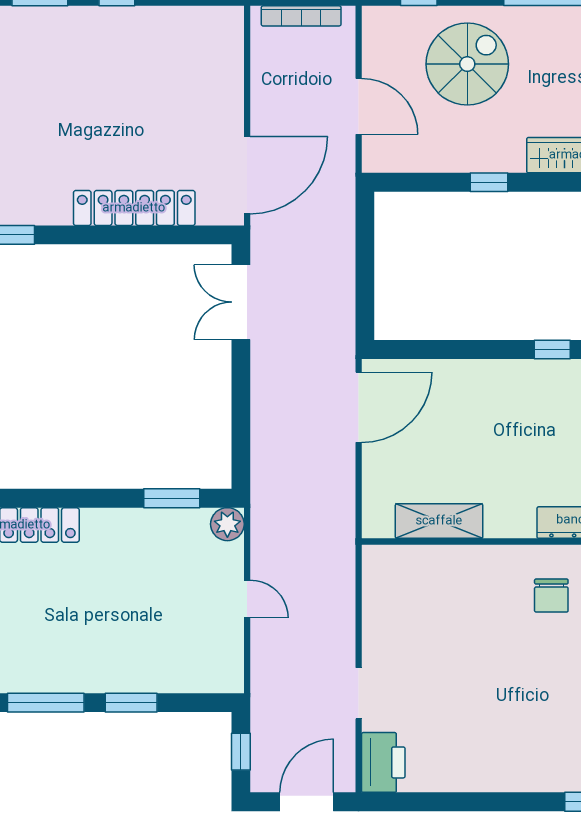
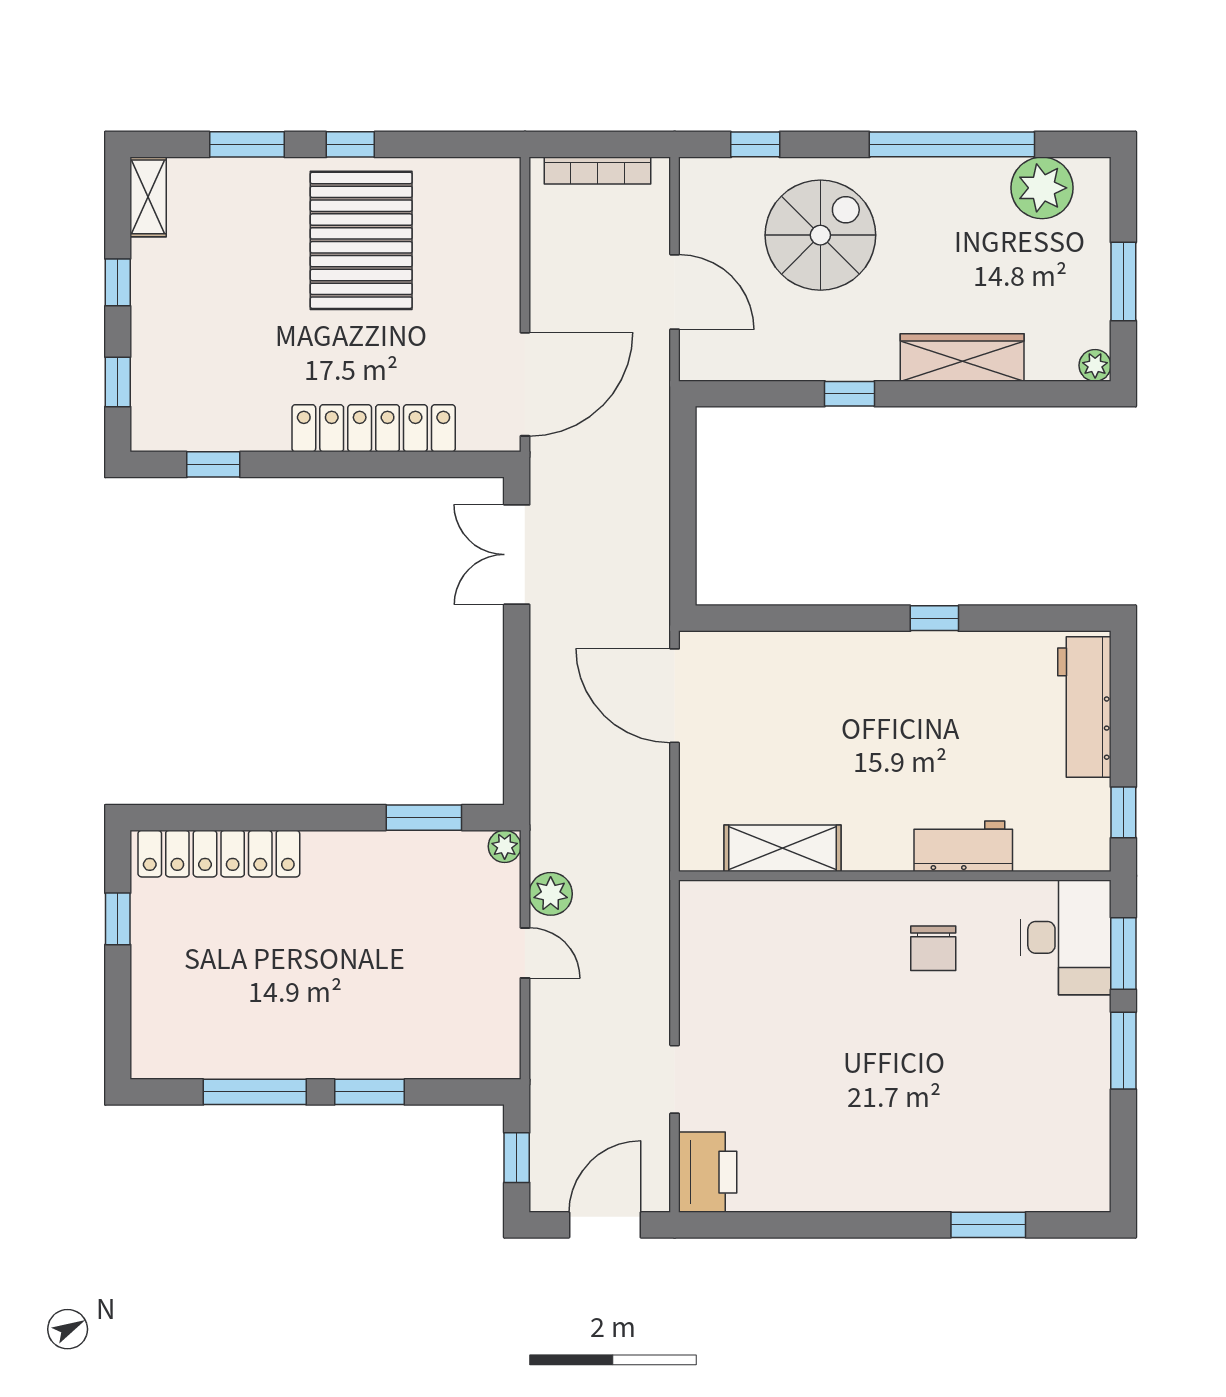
pallet: (125, 68) -> (361, 240), added
door: (359, 407) -> (675, 696), swing flipped
plant: (227, 524) -> (505, 846), width x0.73, depth x0.73
plant: (266, 555) -> (551, 894), added

